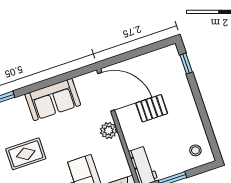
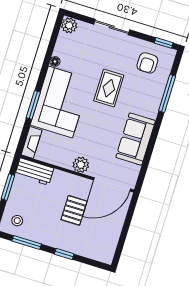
window: (186, 63) -> (64, 254), moved
window: (208, 129) -> (27, 242), added

